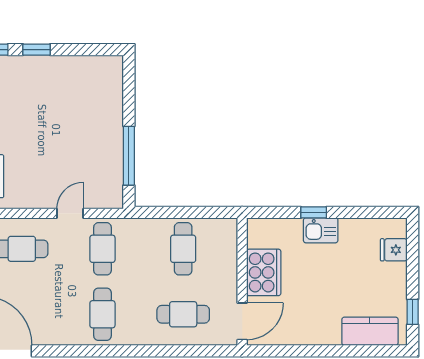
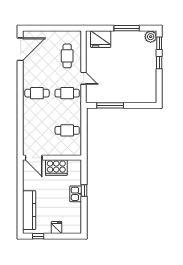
fridge: (394, 250) -> (57, 228), moved
cafe table: (183, 314) -> (37, 130), removed
kitchen counter: (370, 331) -> (29, 210), width x1.50

